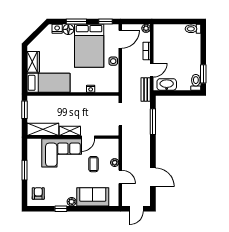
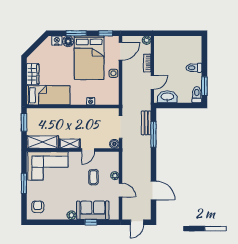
toilet: (193, 29) -> (194, 68), moved
bench: (146, 90) -> (146, 123), moved
boiler: (114, 131) -> (114, 144), added
corner sofa: (62, 153) -> (48, 166), moved
window: (61, 209) -> (91, 222), moved

